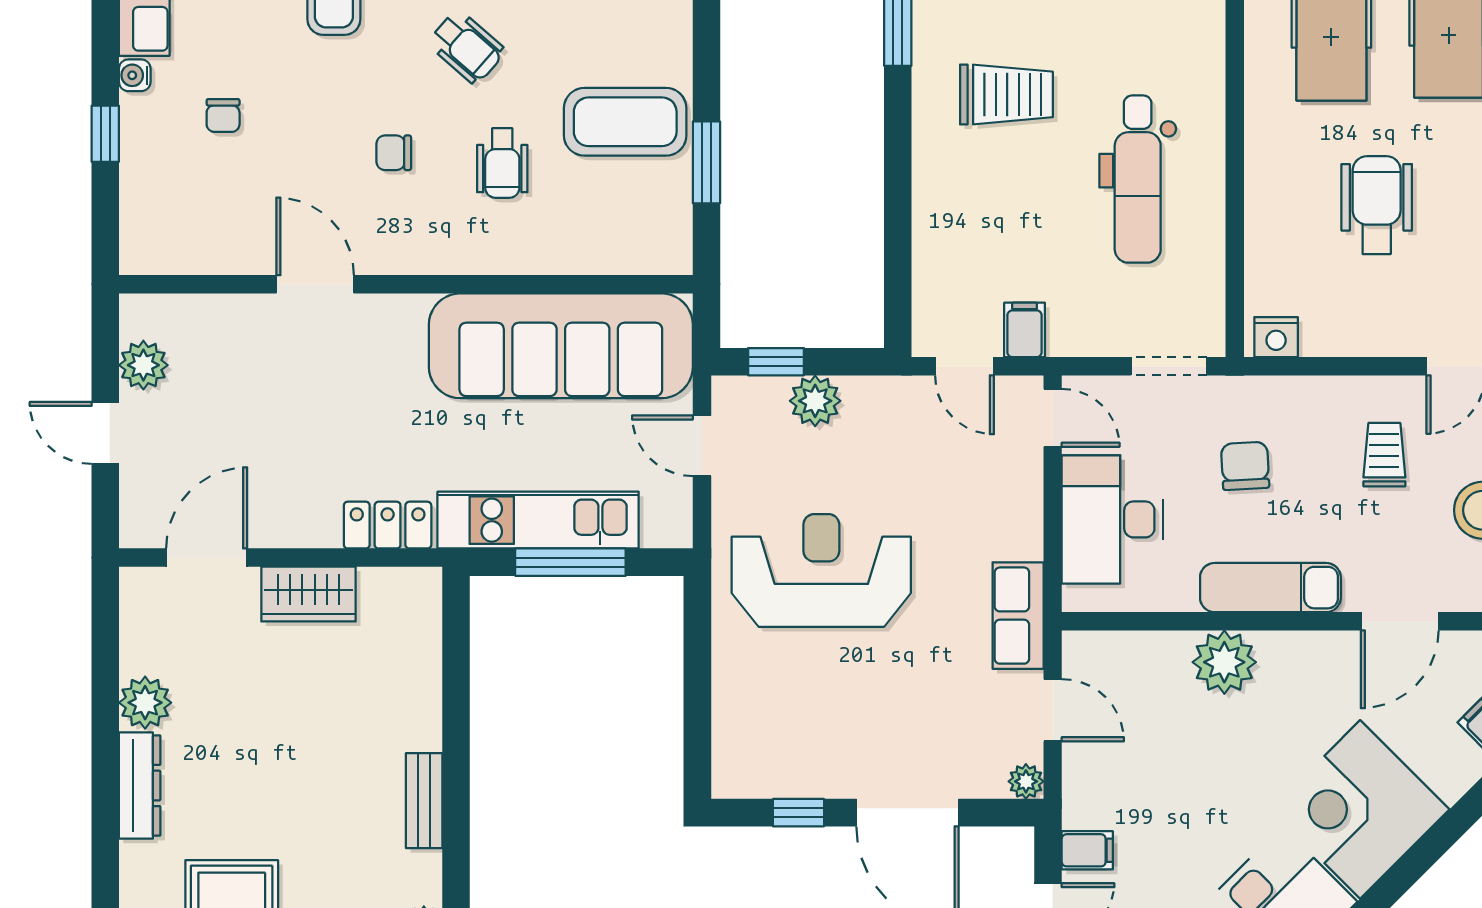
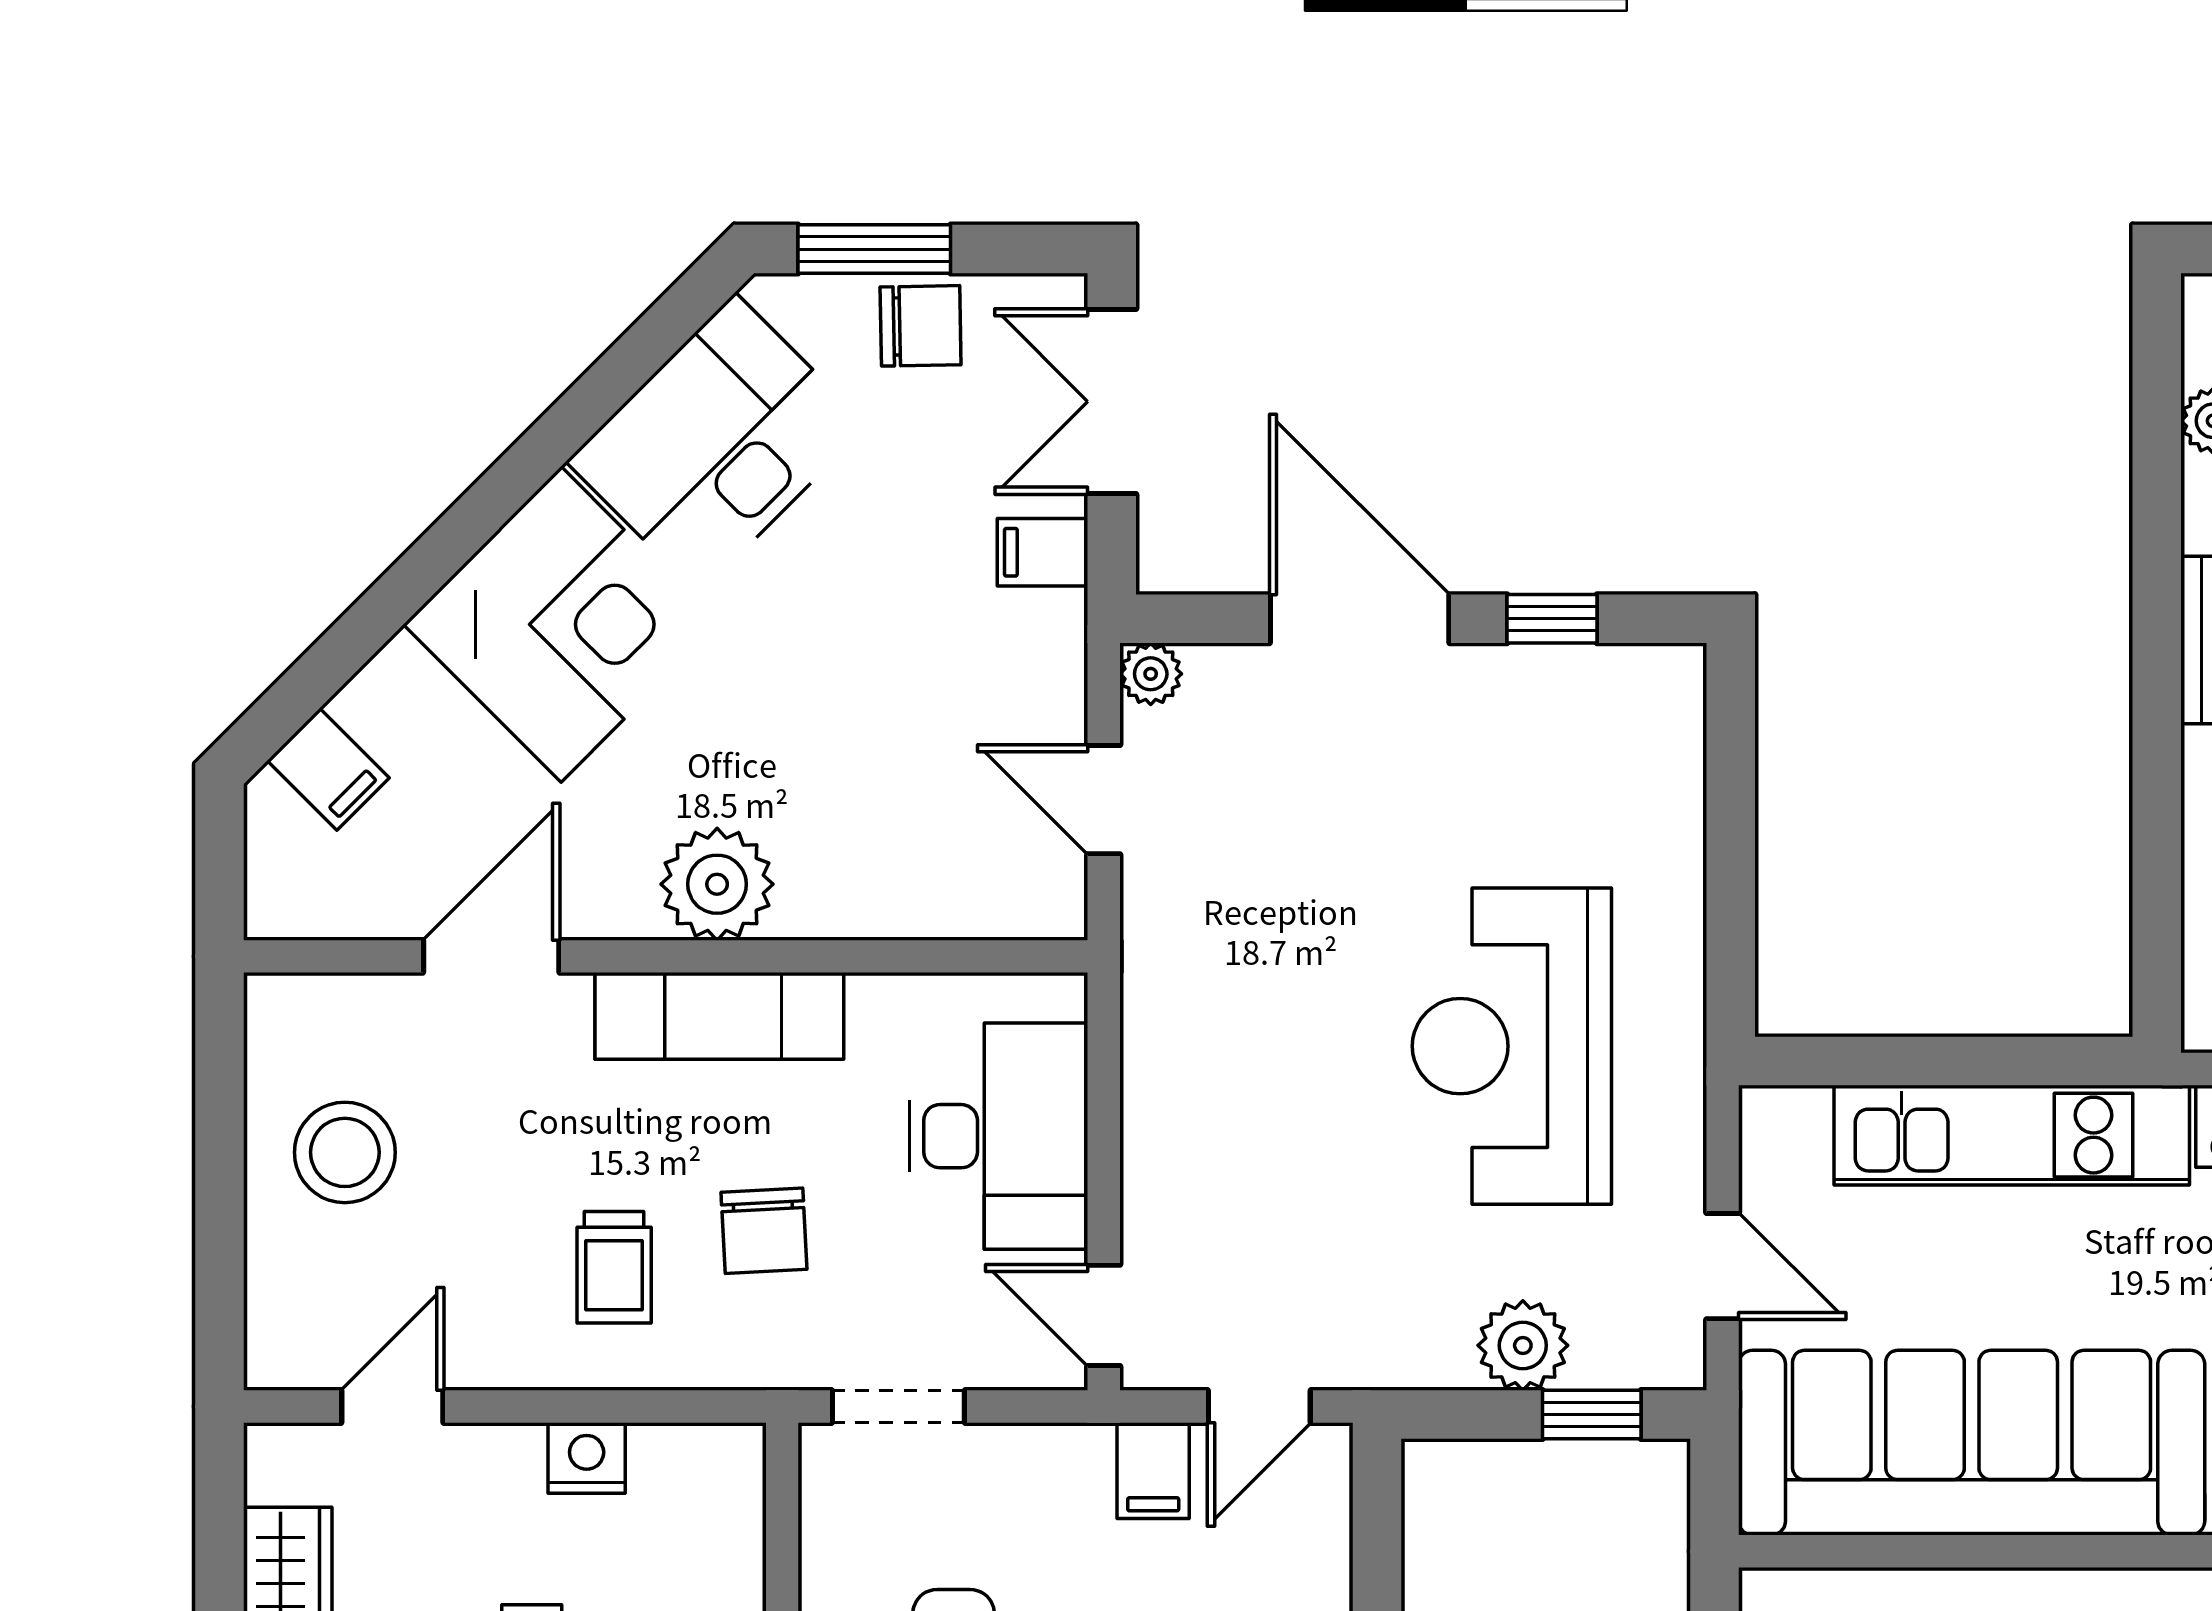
nightstand: (1276, 337) -> (587, 1458), moved
door: (964, 366) -> (1259, 1407), swing flipped
trolley: (1384, 455) -> (614, 1267), moved
window: (570, 562) -> (1955, 1061), removed
reception desk: (821, 570) -> (1512, 1046), turned 90
row of seats: (1018, 616) -> (1165, 967), removed
plant: (1224, 662) -> (717, 884), moved

